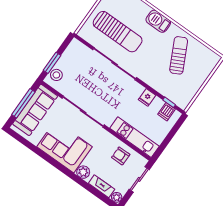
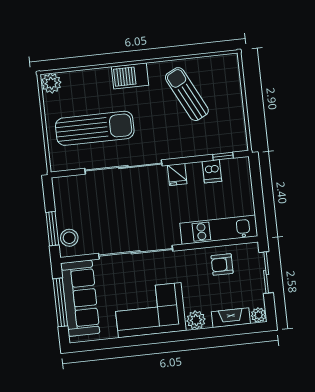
fridge: (147, 97) -> (177, 174), moved
dishwasher: (167, 112) -> (212, 171), moved

